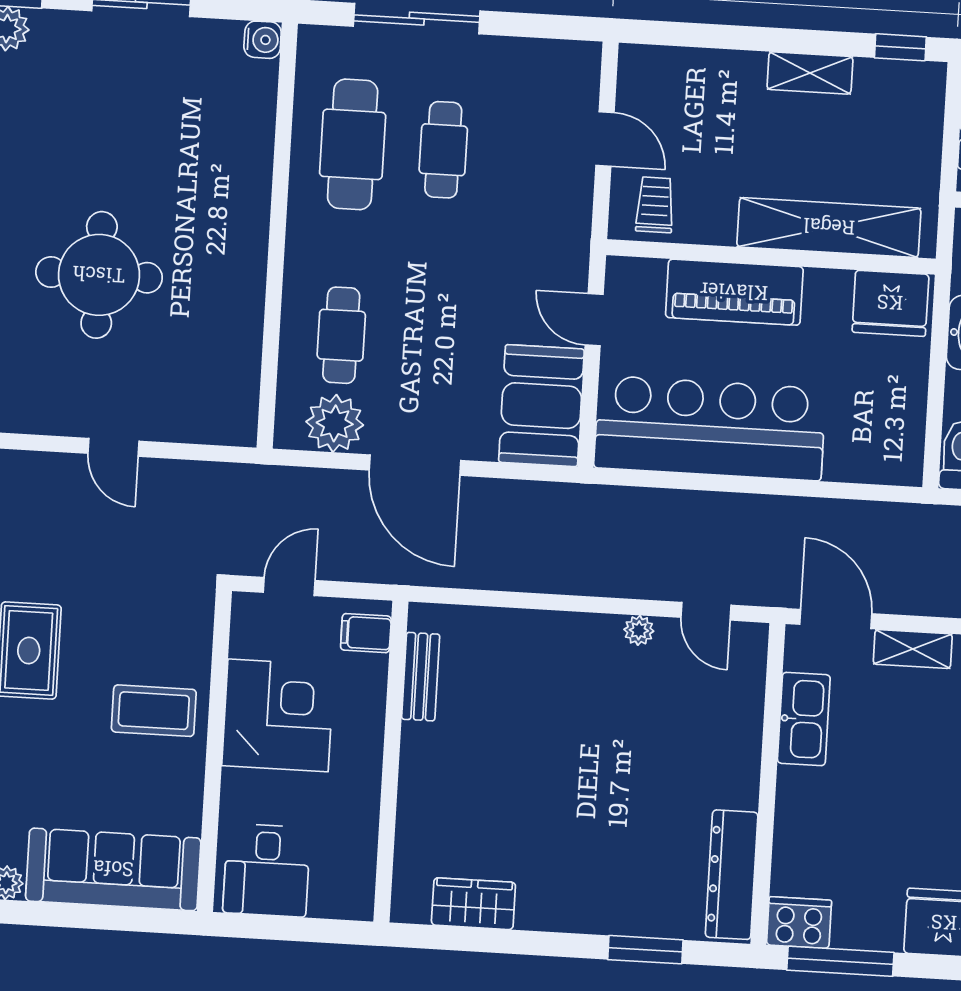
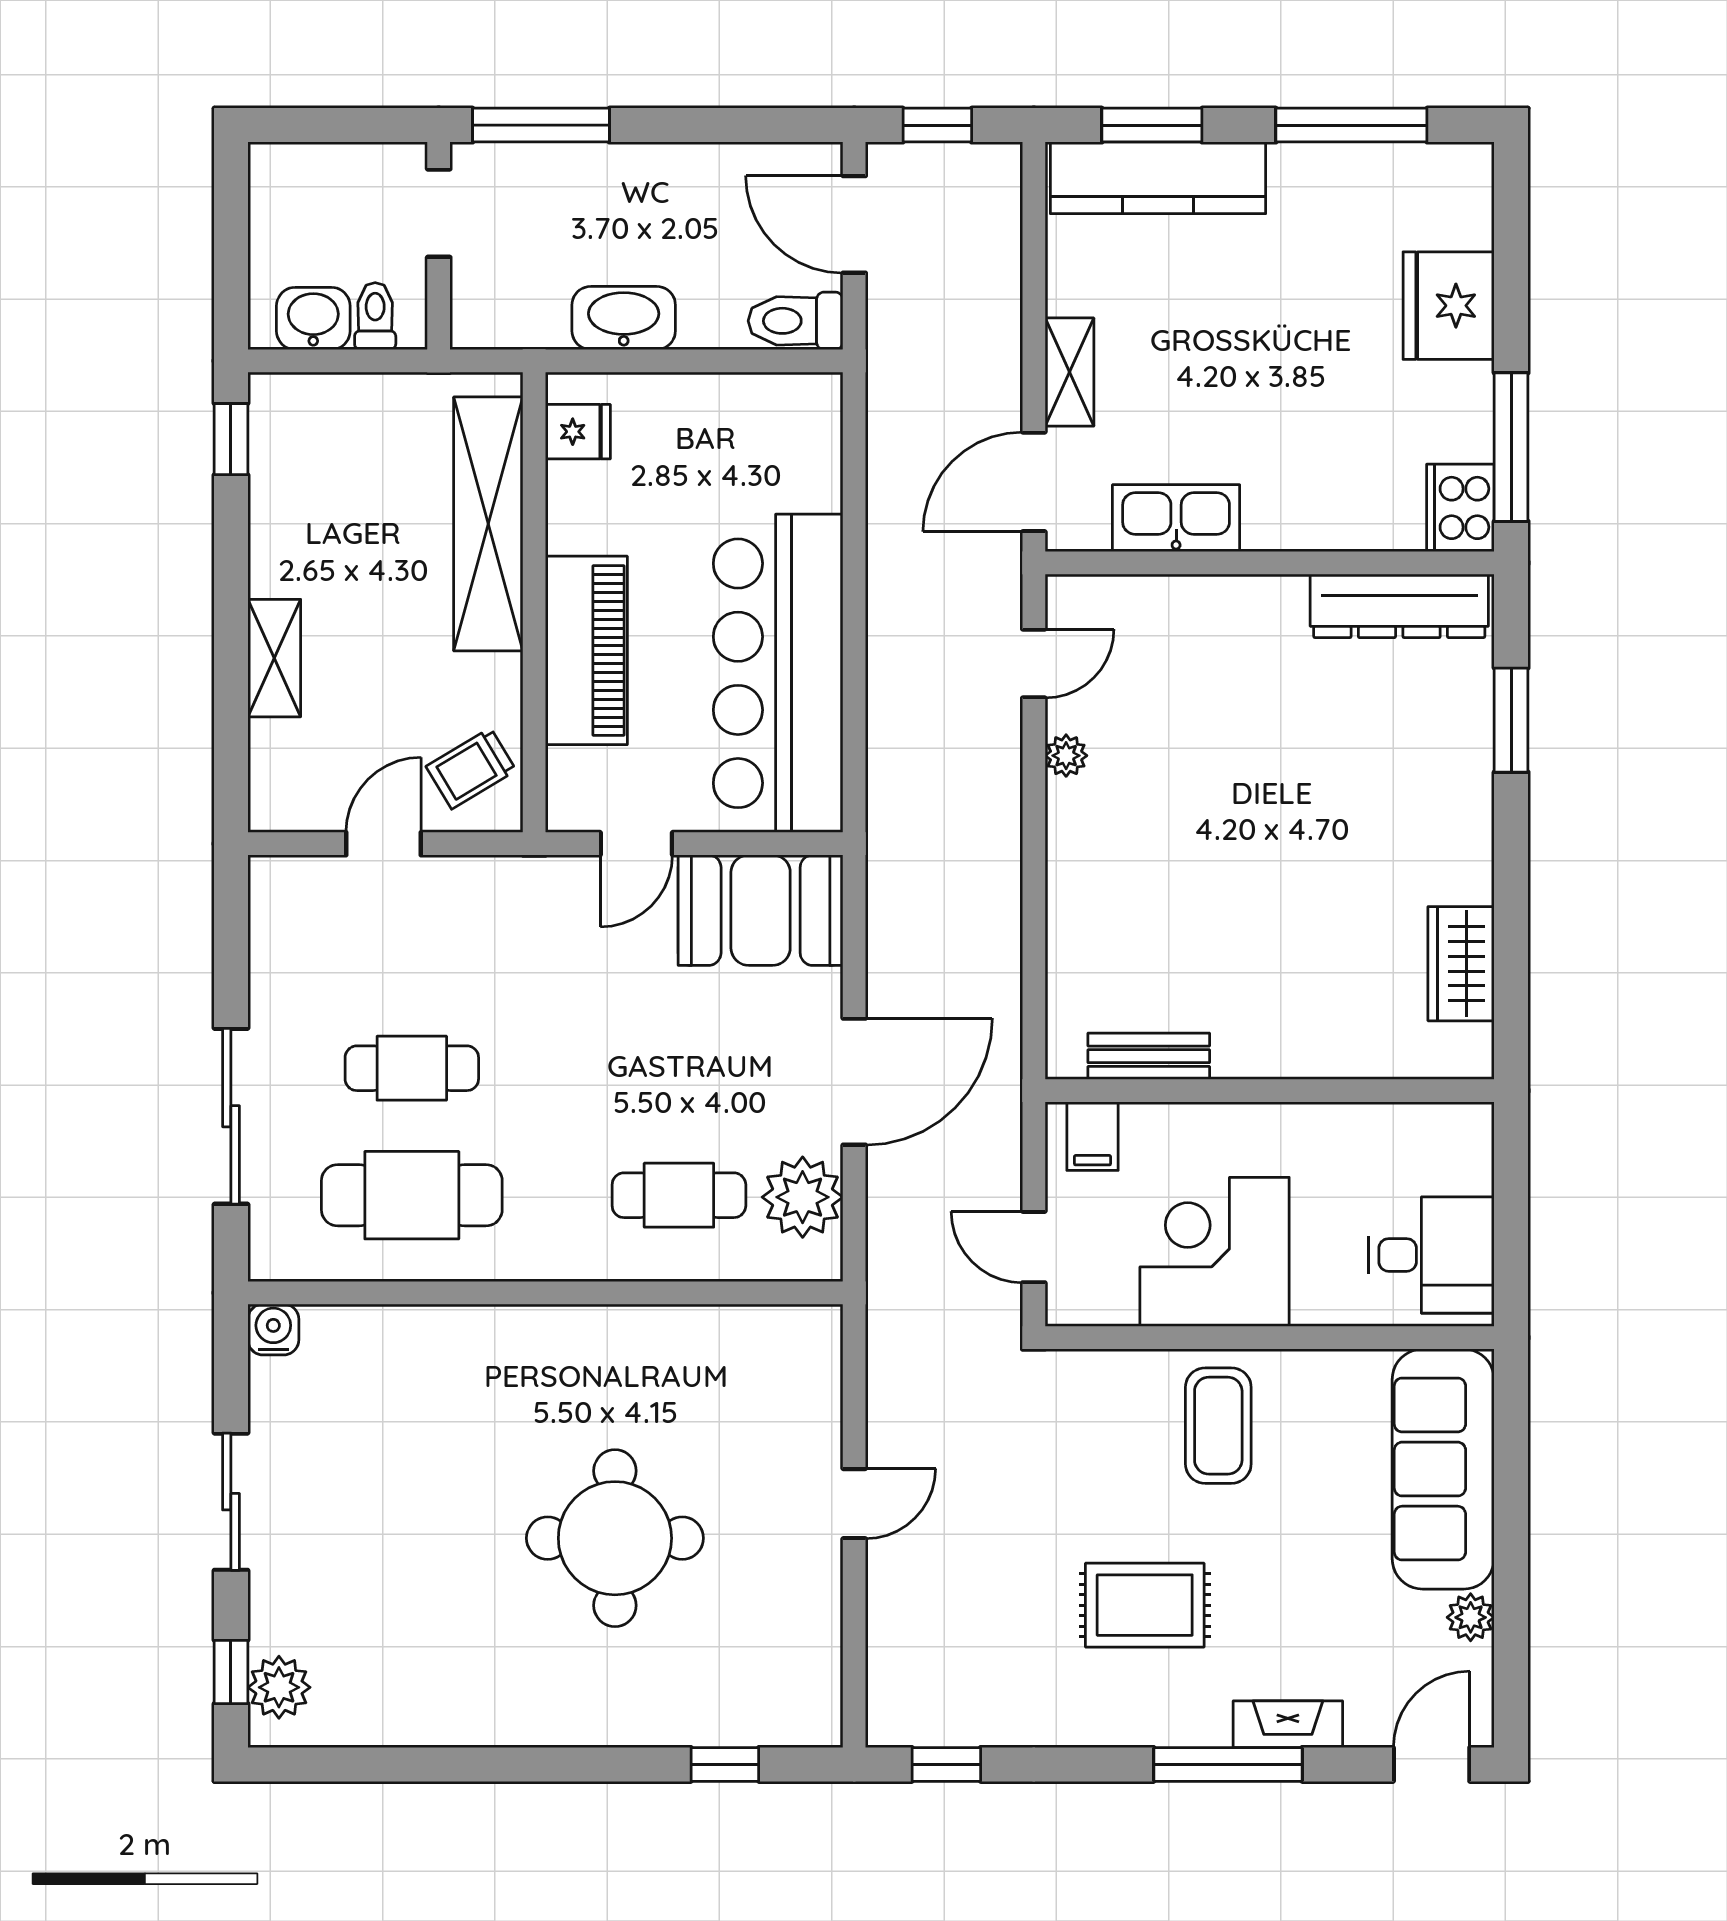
shelving: (810, 73) -> (274, 658), moved
trolley: (655, 205) -> (471, 768), turned -31
fridge: (890, 303) -> (578, 432), width x0.53, depth x0.75

